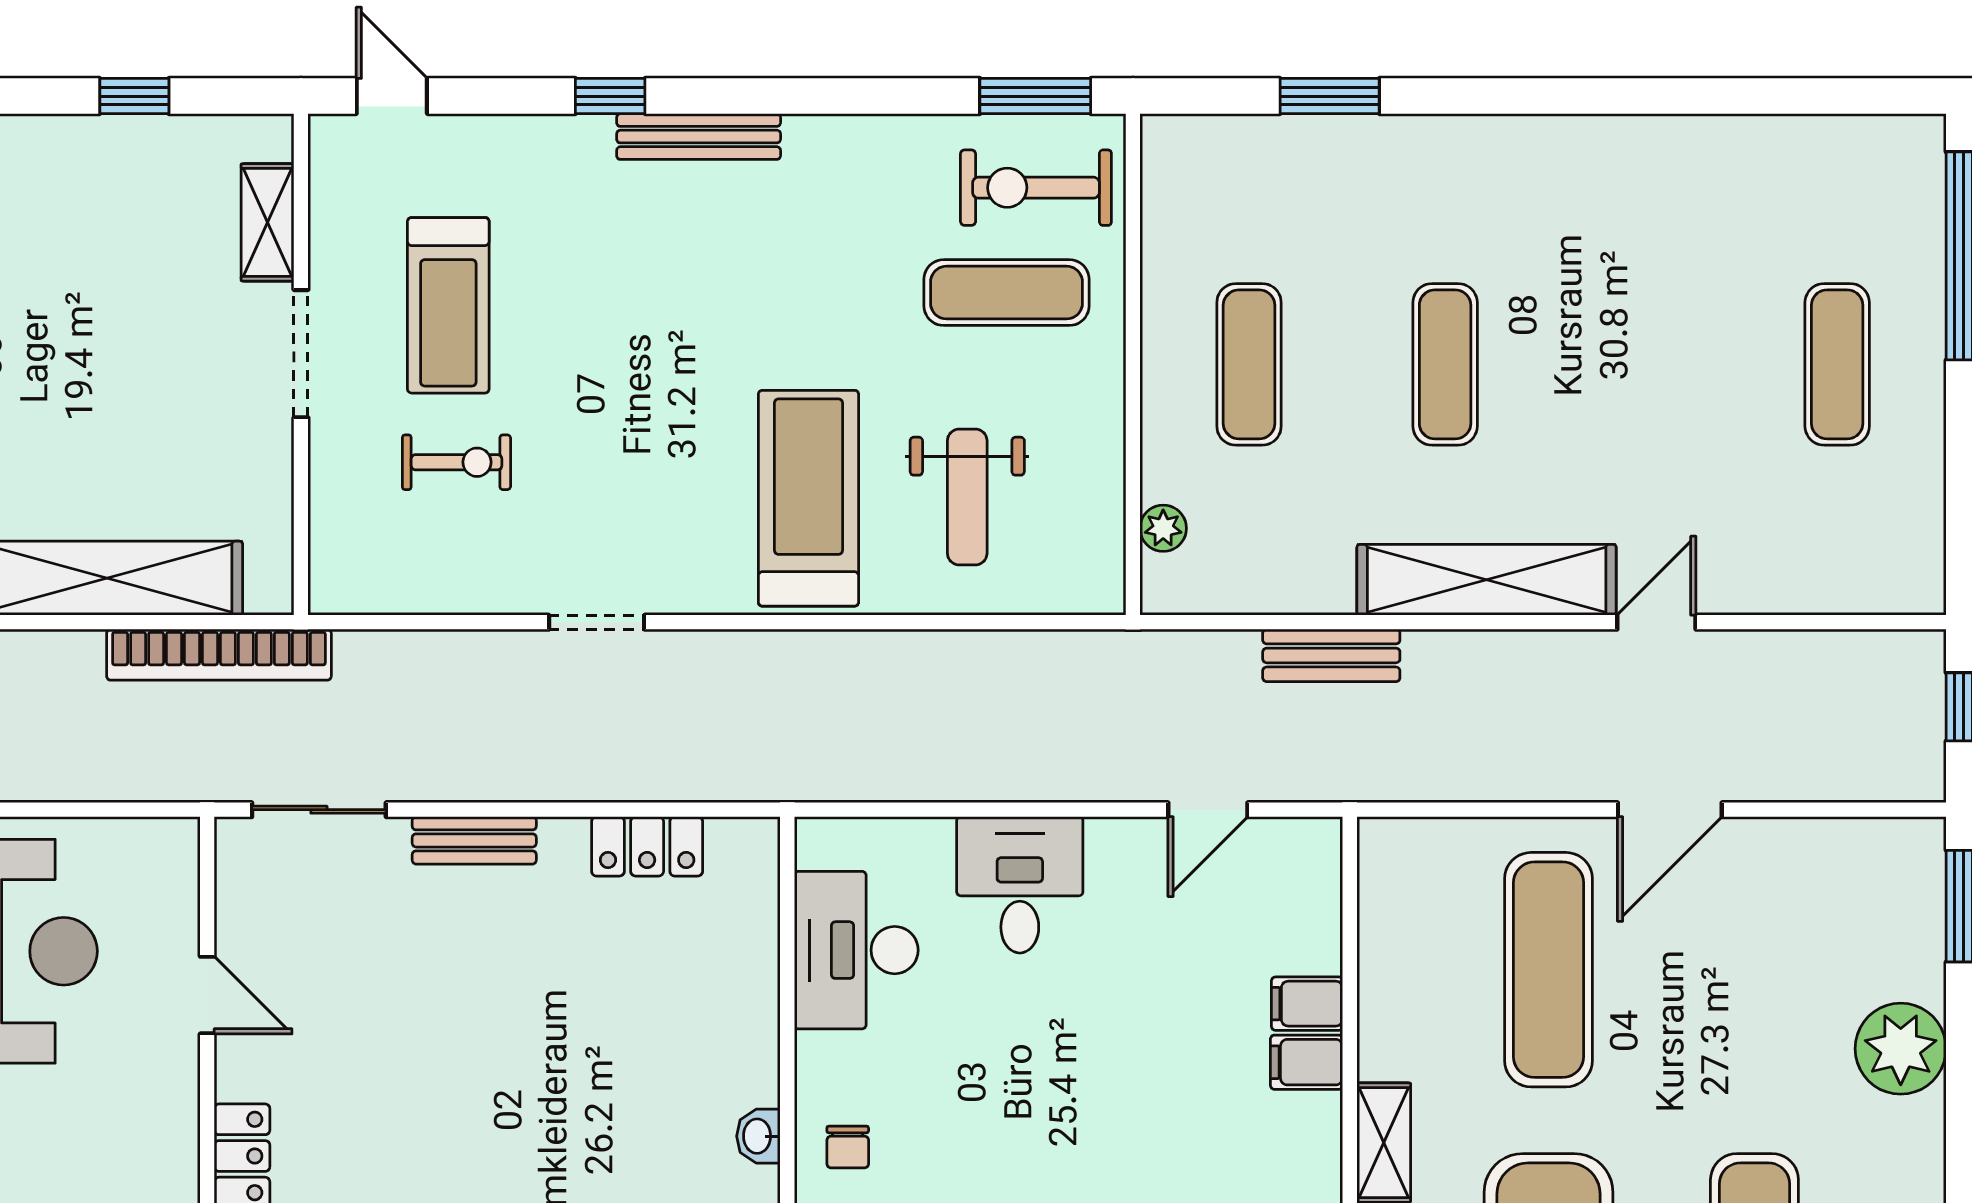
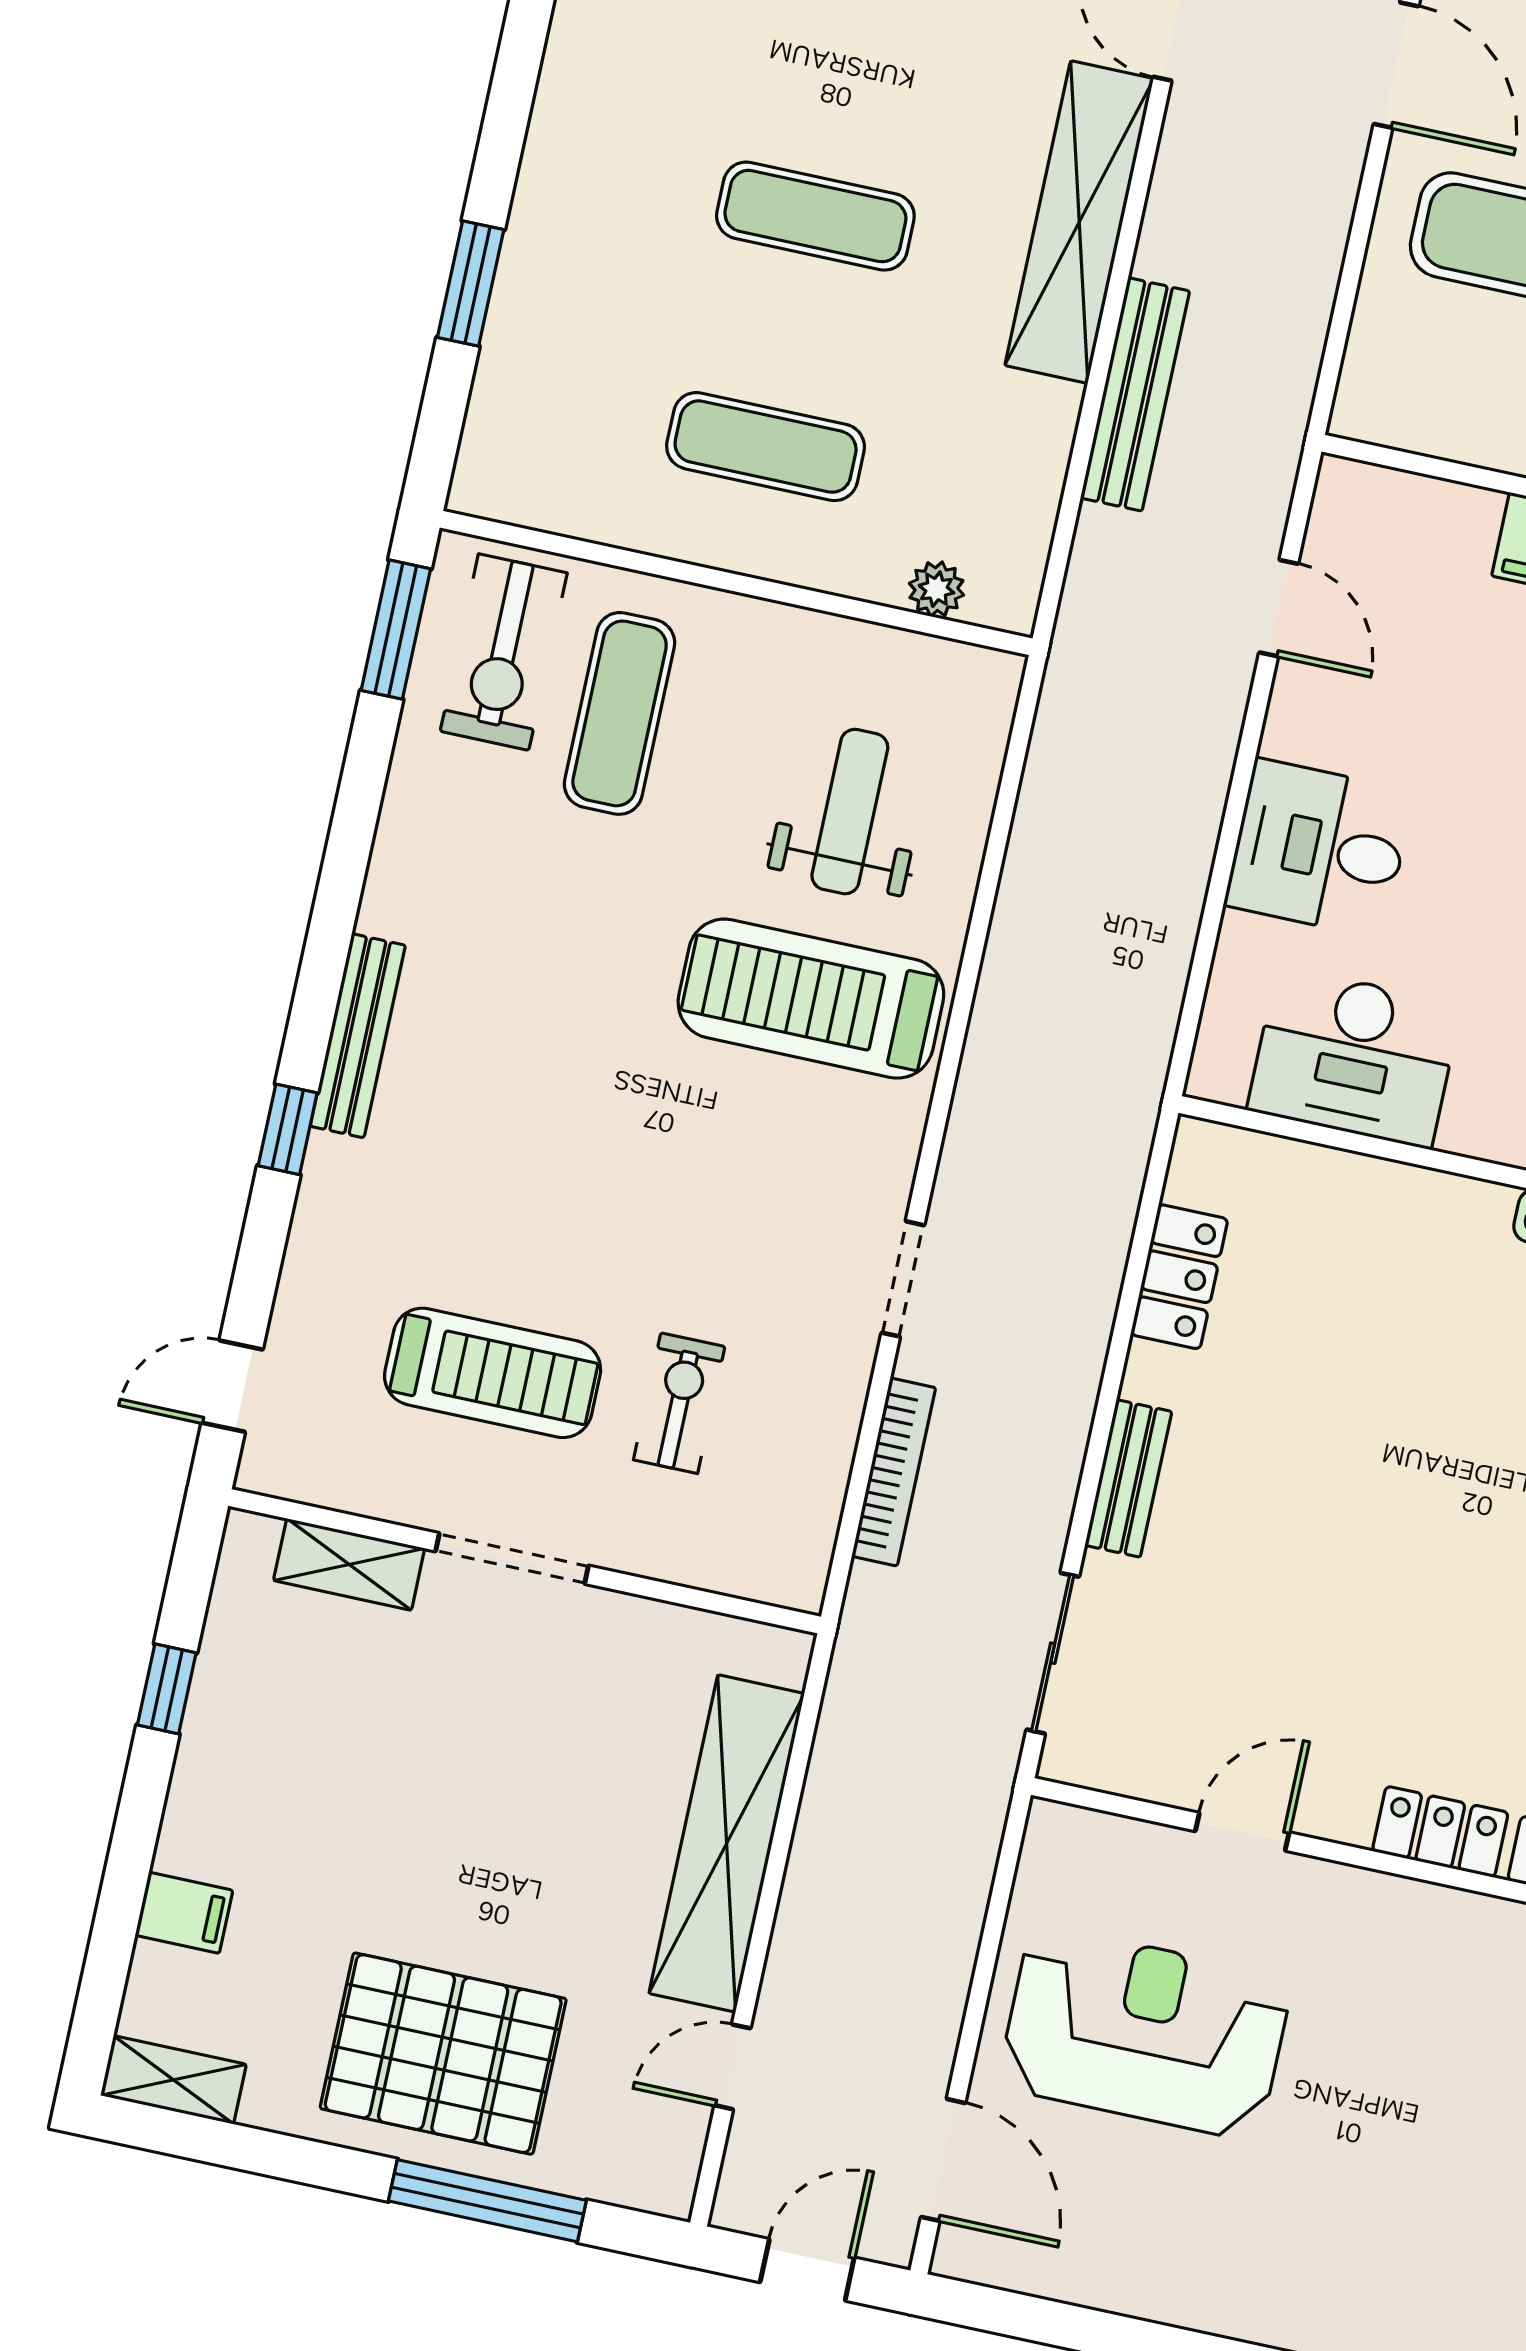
weight bench: (967, 497) -> (850, 812), turned -90
bookcase: (219, 655) -> (894, 1472), moved, width x0.68, depth x0.76
bench: (1331, 655) -> (1135, 394), width x1.36

